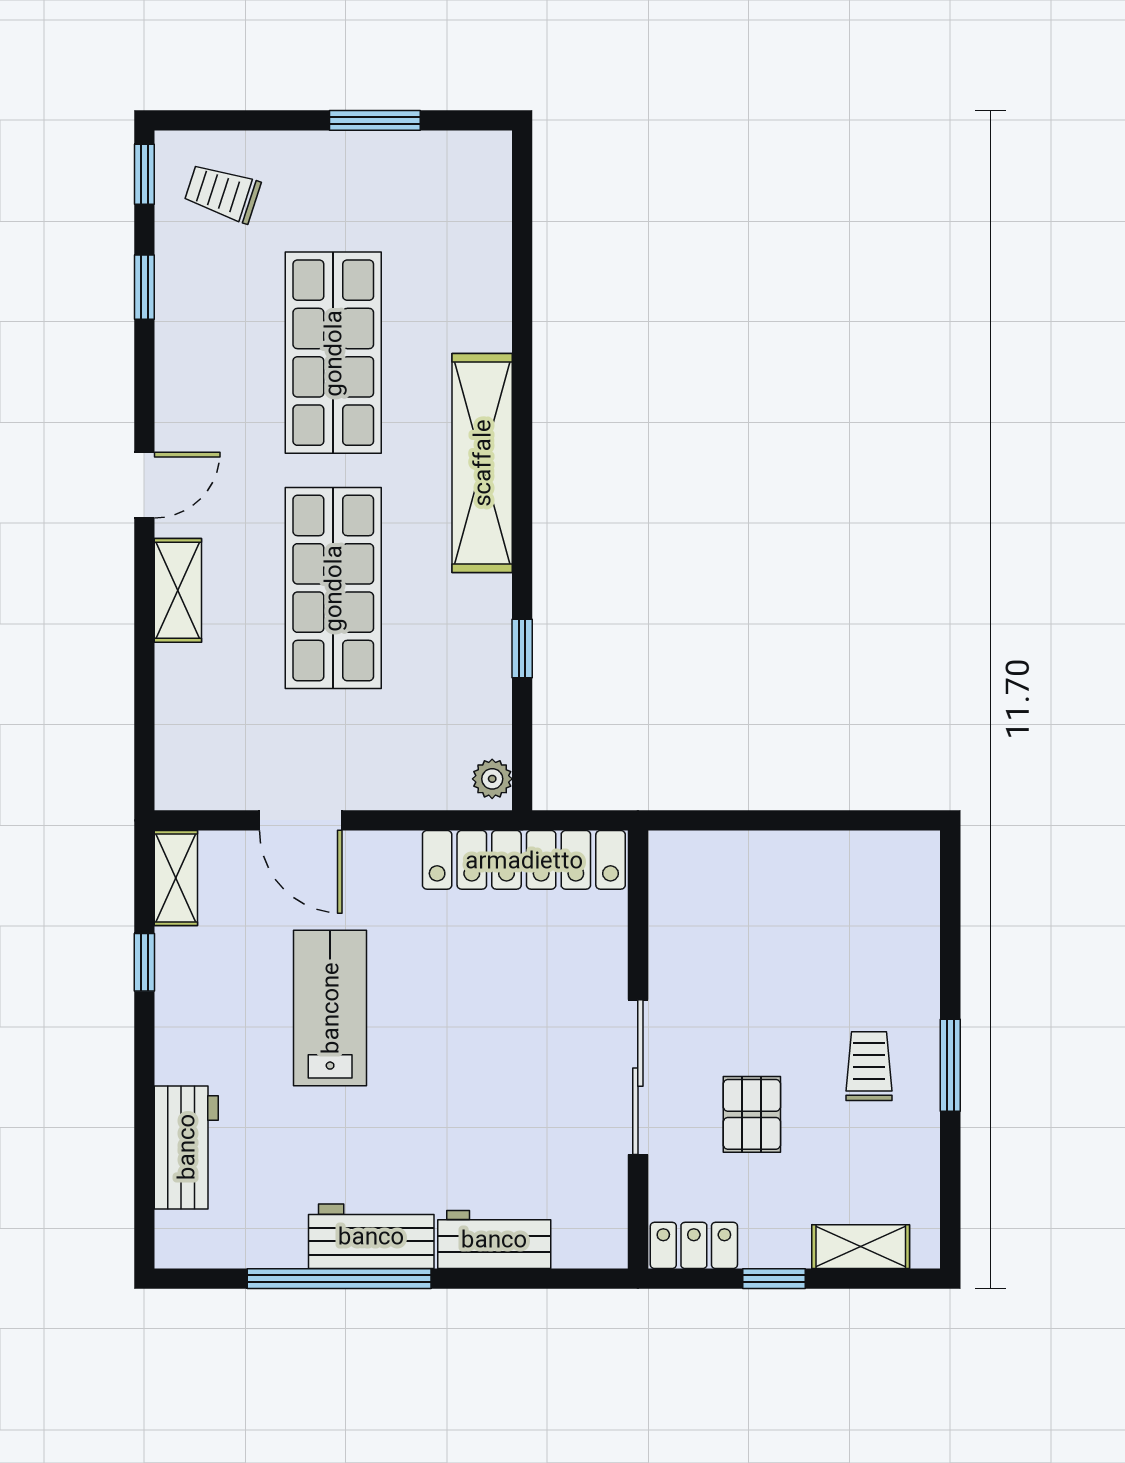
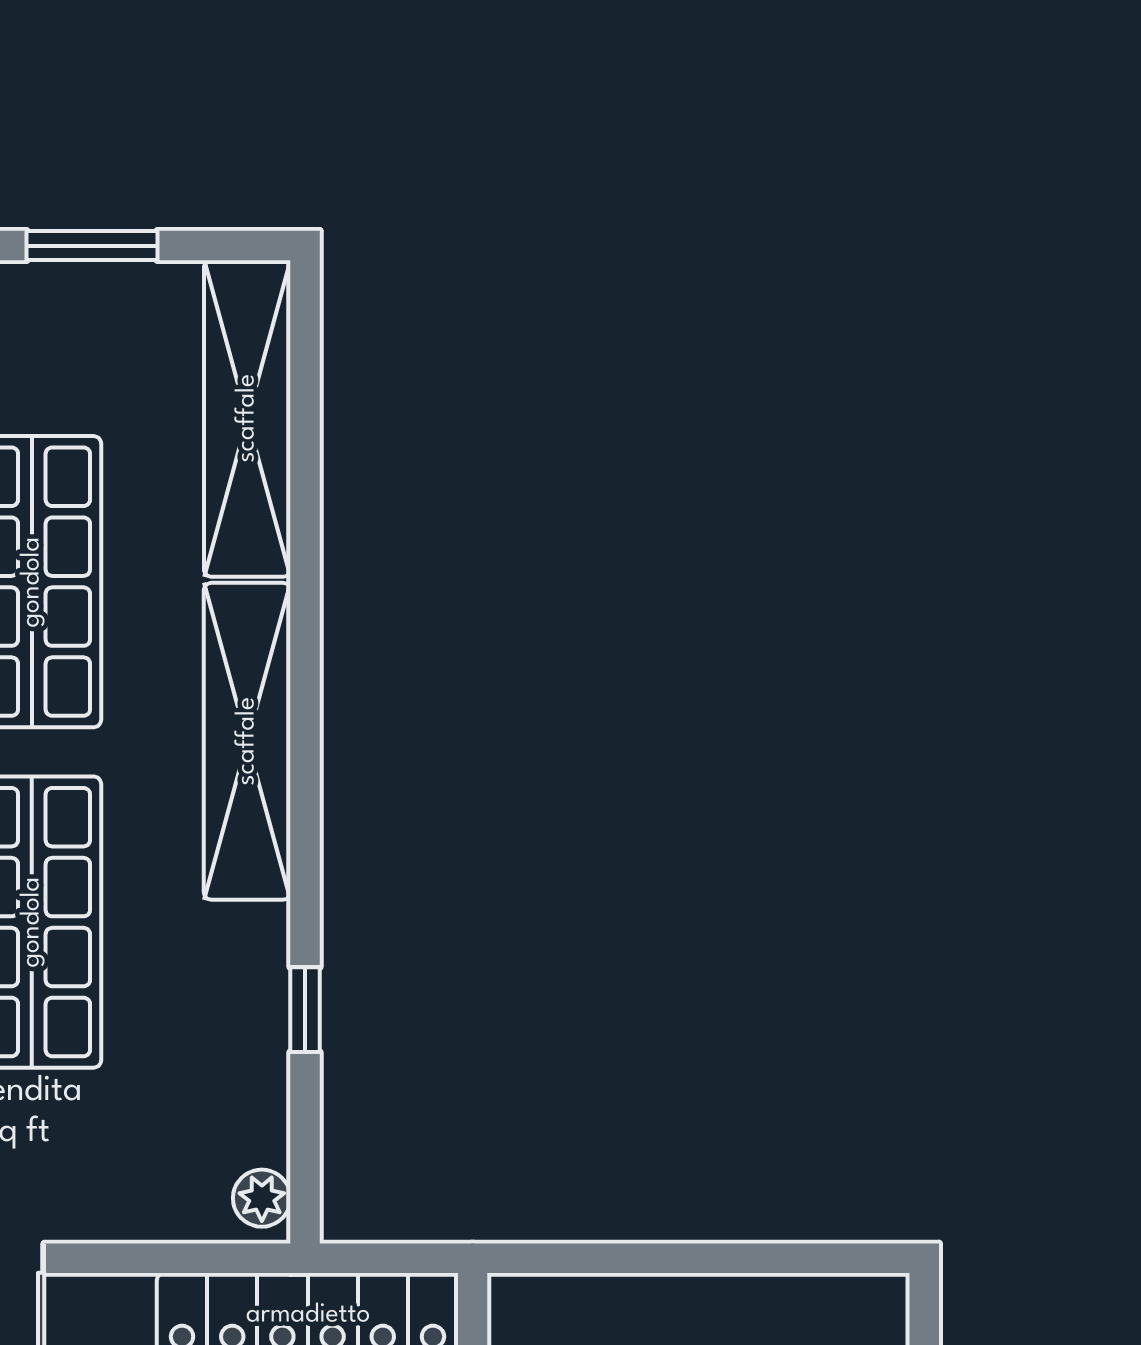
shelving: (482, 240) -> (247, 418), added

